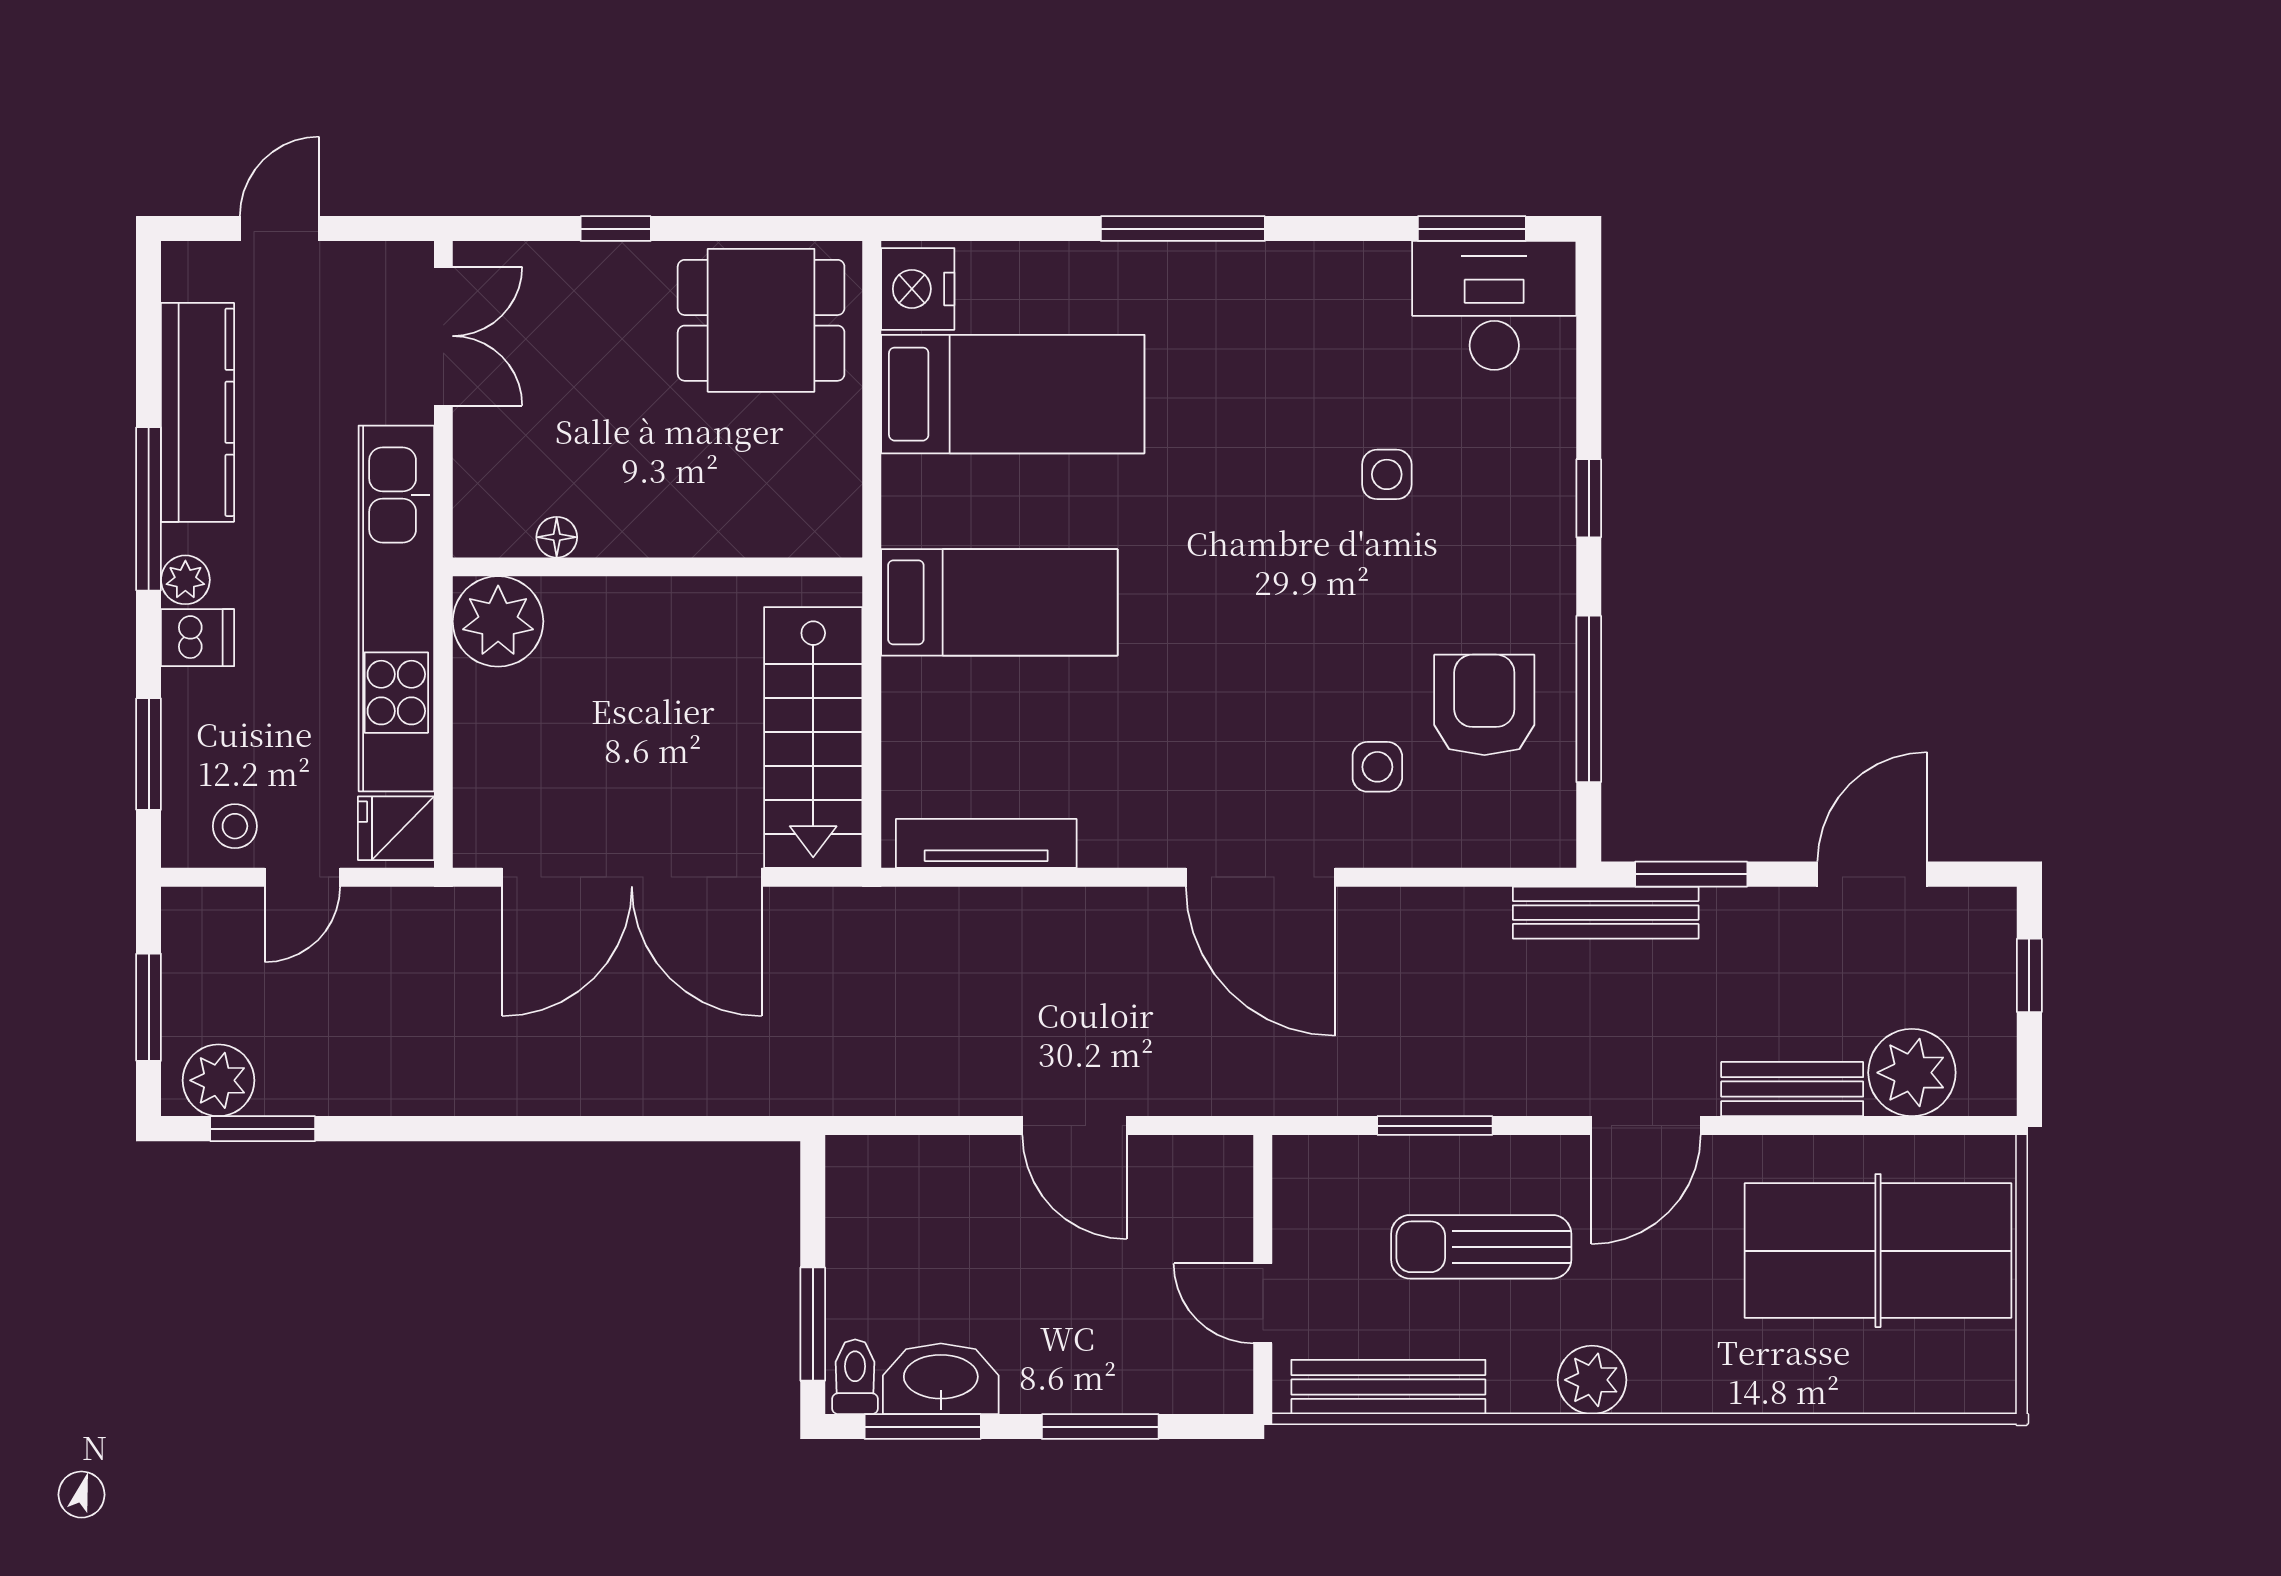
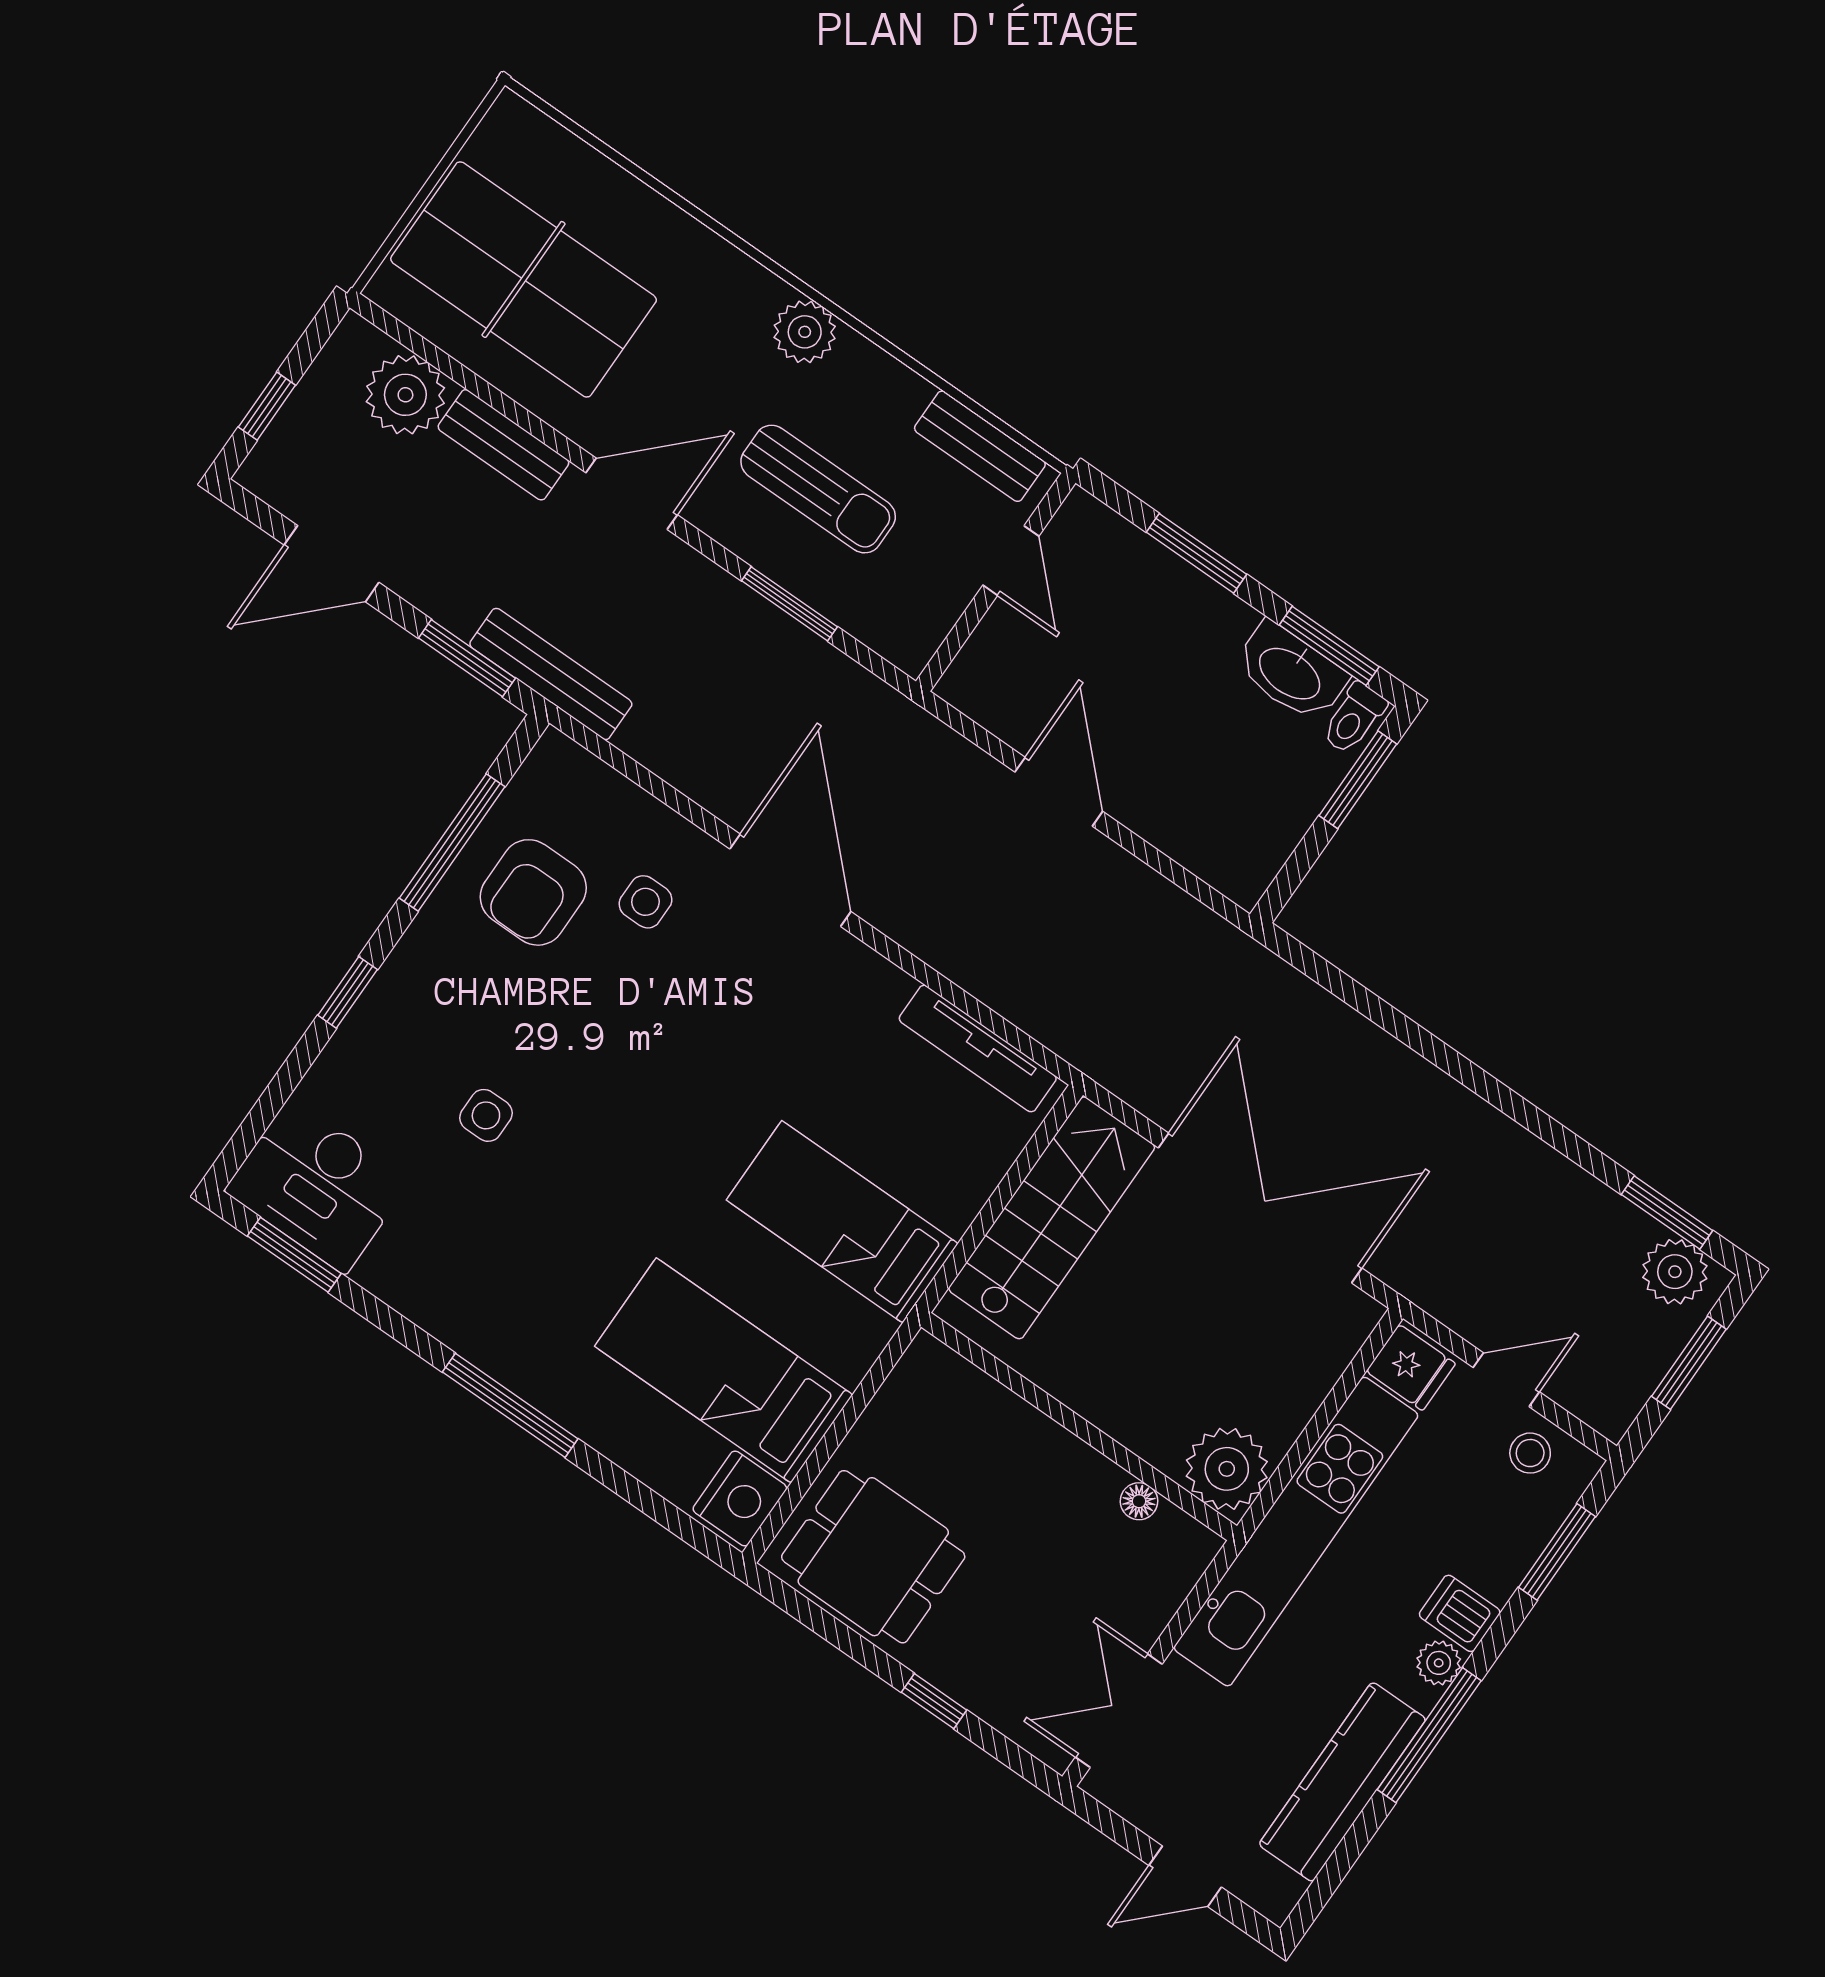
bench: (1388, 1387) -> (980, 446), width x0.73

